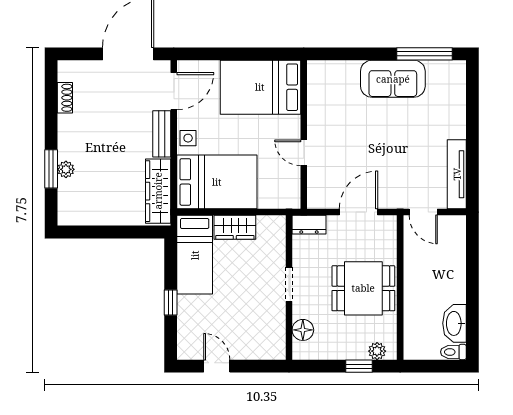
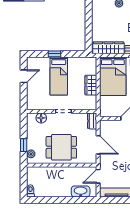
bed: (195, 255) -> (59, 76), moved, turned -90
dining table: (363, 288) -> (61, 147), turned 90
washbasin: (455, 323) -> (81, 191), moved

